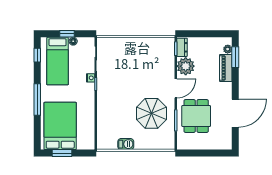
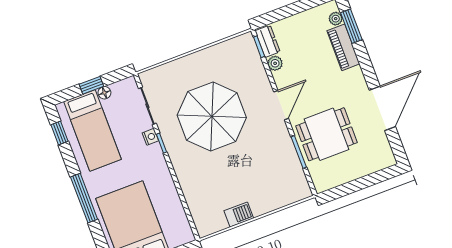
plant: (186, 66) -> (275, 63), width x0.53, depth x0.53
parasol: (151, 113) -> (212, 116), moved, width x1.36, depth x1.36
dining table: (196, 116) -> (326, 134), turned 90

